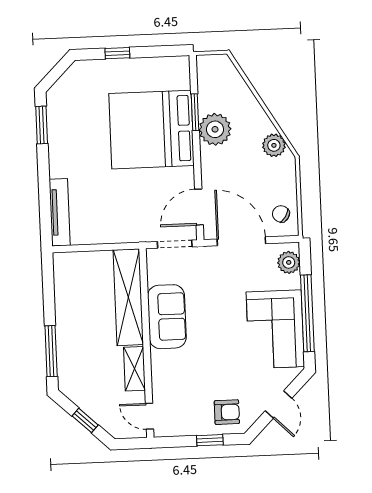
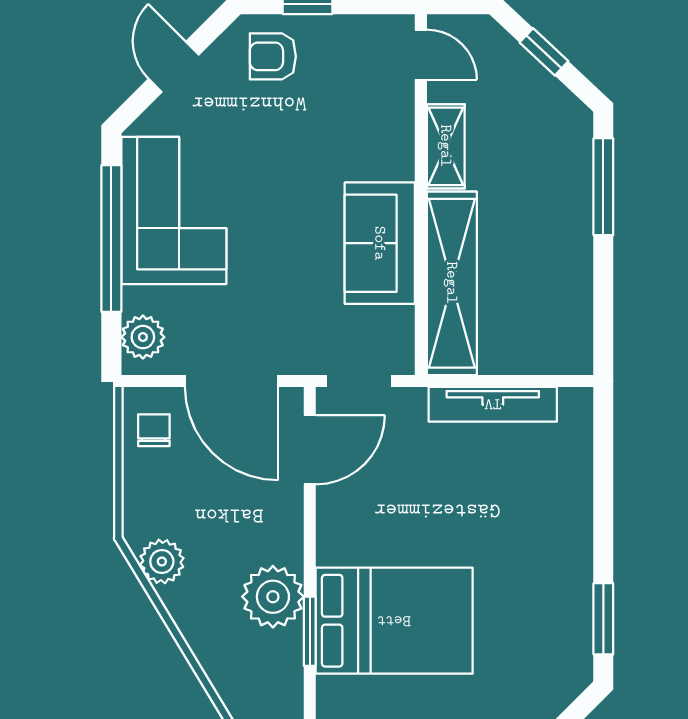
bed: (151, 130) -> (394, 621), width x0.73
tv unit: (60, 212) -> (493, 404), moved, turned -90
chair: (281, 214) -> (154, 430), turned -122

